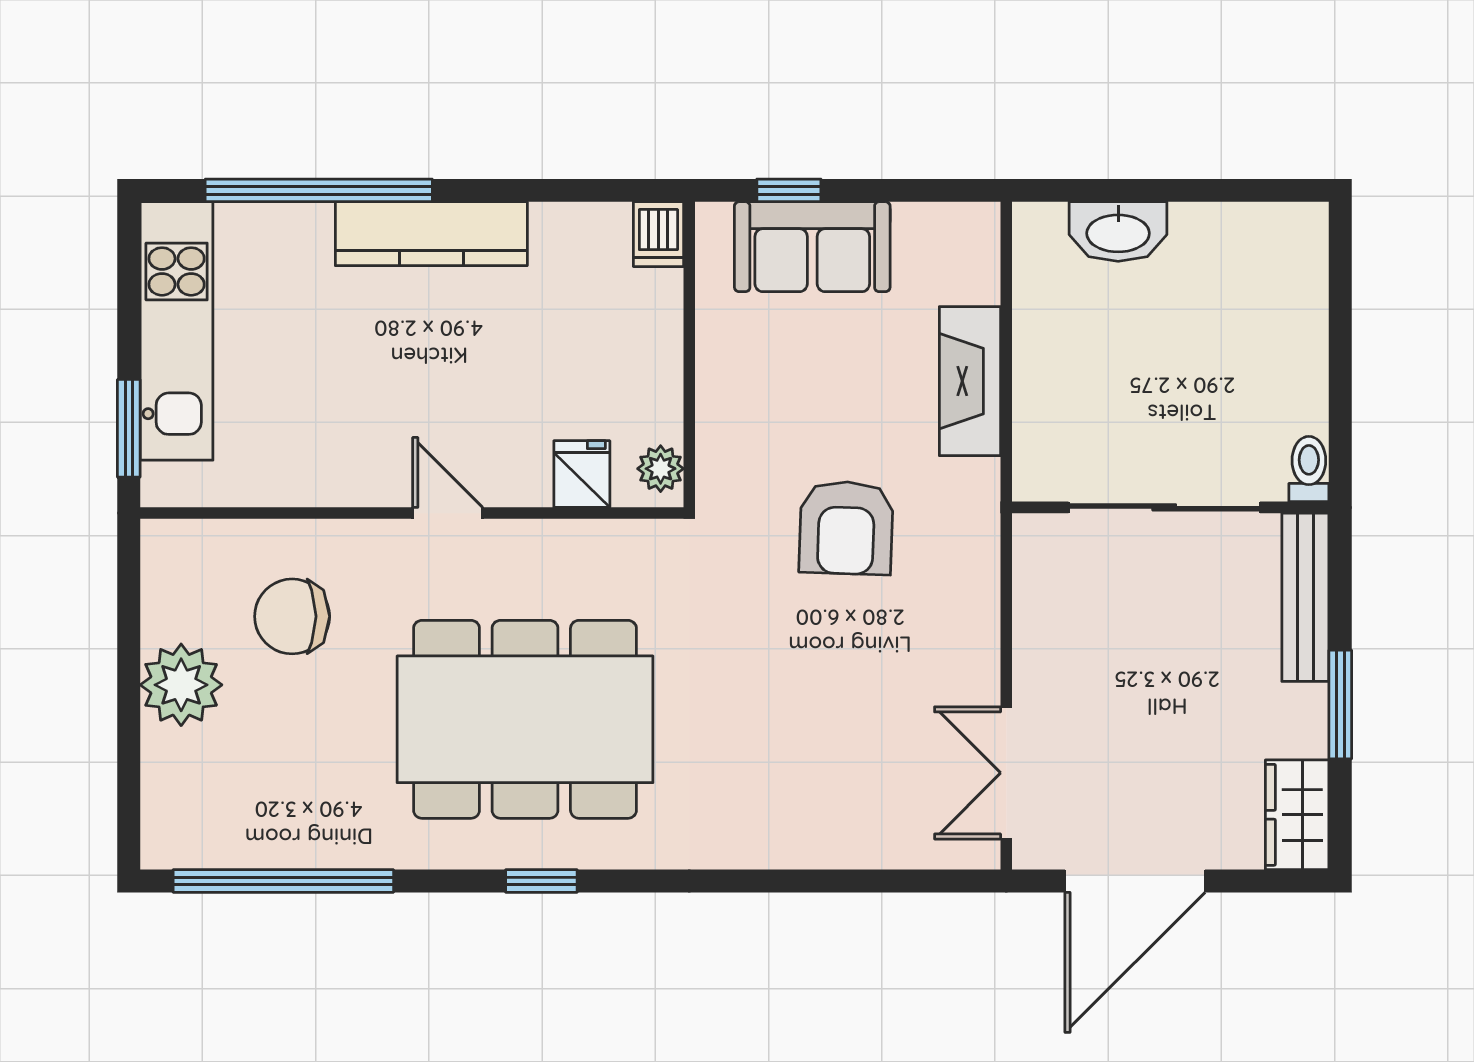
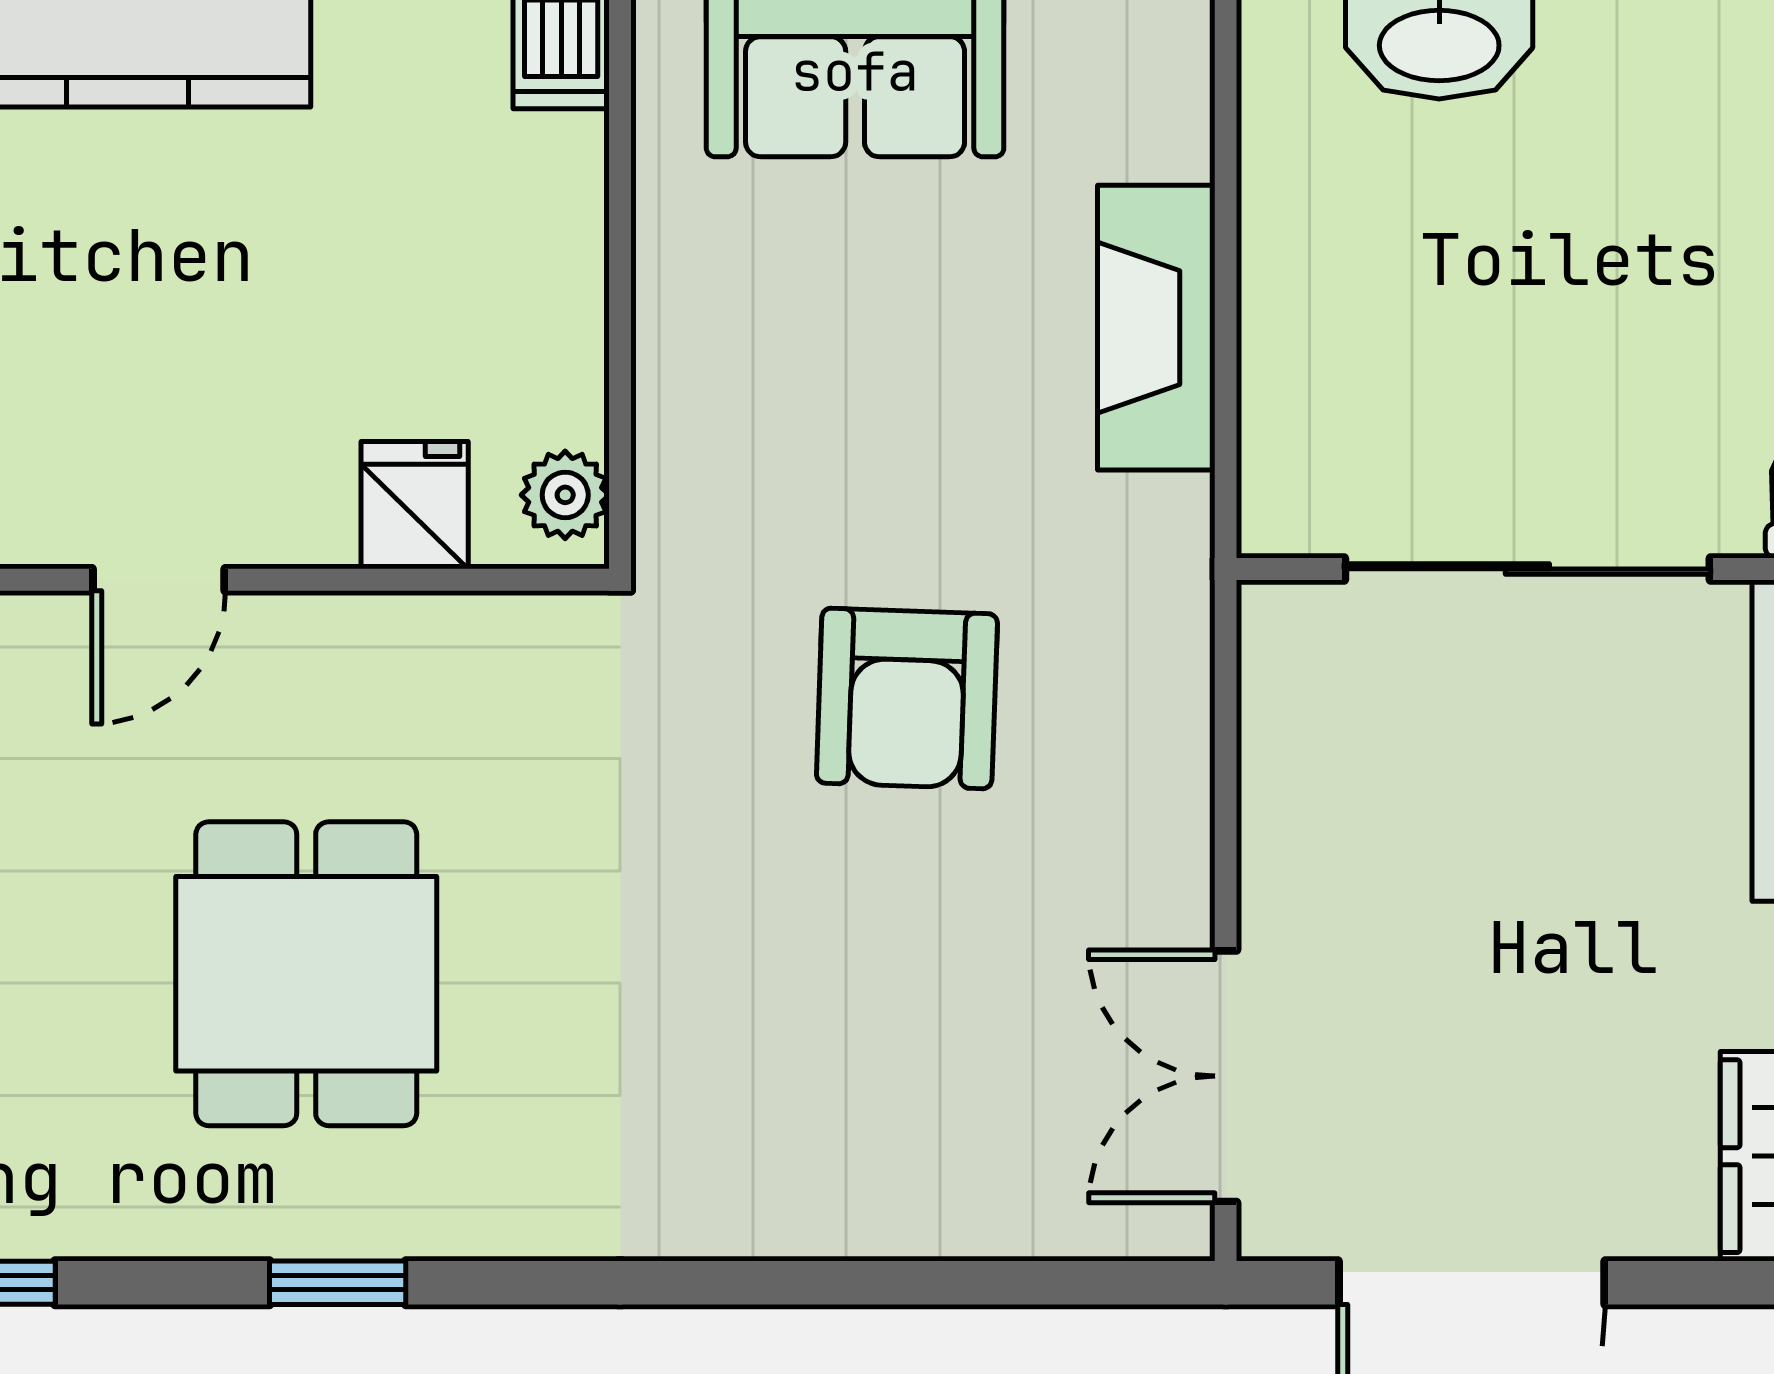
door: (448, 513) -> (159, 580), swing flipped
armchair: (846, 528) -> (907, 698), moved
dining table: (525, 719) -> (306, 974), width x0.53, depth x0.80

